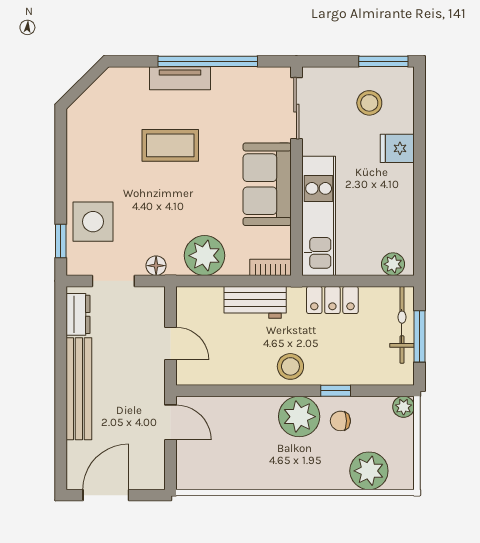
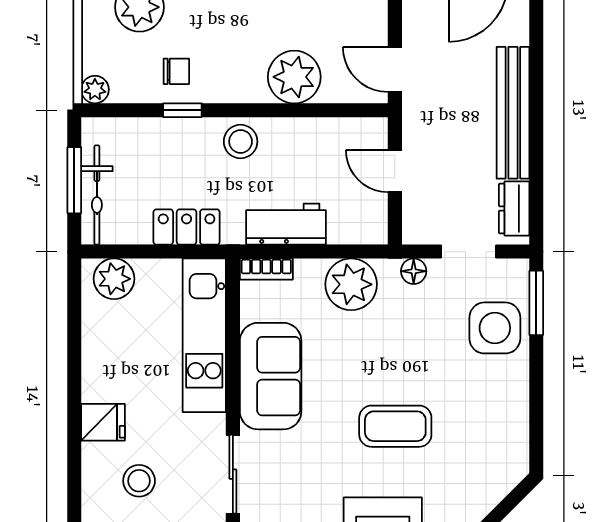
window: (61, 241) -> (536, 303), width x1.50
plant: (393, 264) -> (114, 279), width x1.38, depth x1.38
plant: (299, 417) -> (294, 77), moved

